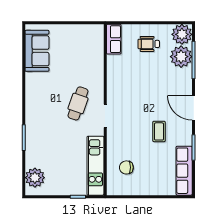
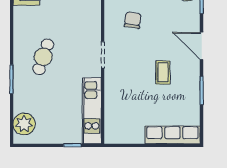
cafe table: (78, 103) -> (43, 57), moved
chair: (126, 167) -> (133, 20), moved, turned 98
row of seats: (184, 171) -> (172, 135), moved, turned 90

